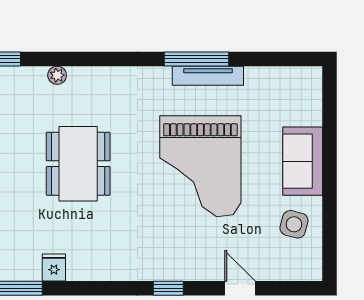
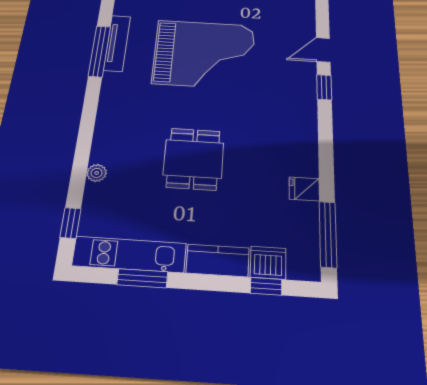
dining table: (78, 164) -> (193, 159), width x0.73
door: (240, 288) -> (323, 50), moved

